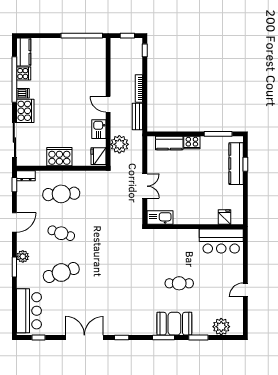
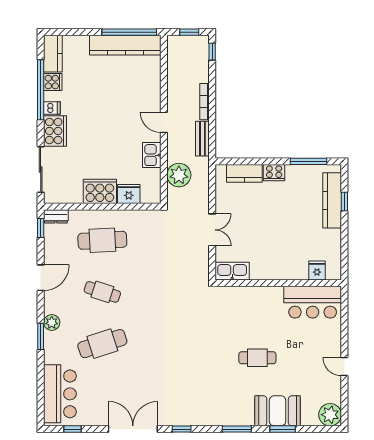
kitchen counter: (79, 45) -> (125, 45), added
fridge: (99, 156) -> (129, 194), moved, turned 90
door: (245, 290) -> (344, 367), hinge flipped
booth: (174, 324) -> (278, 411), moved
plant: (221, 327) -> (330, 415), moved

